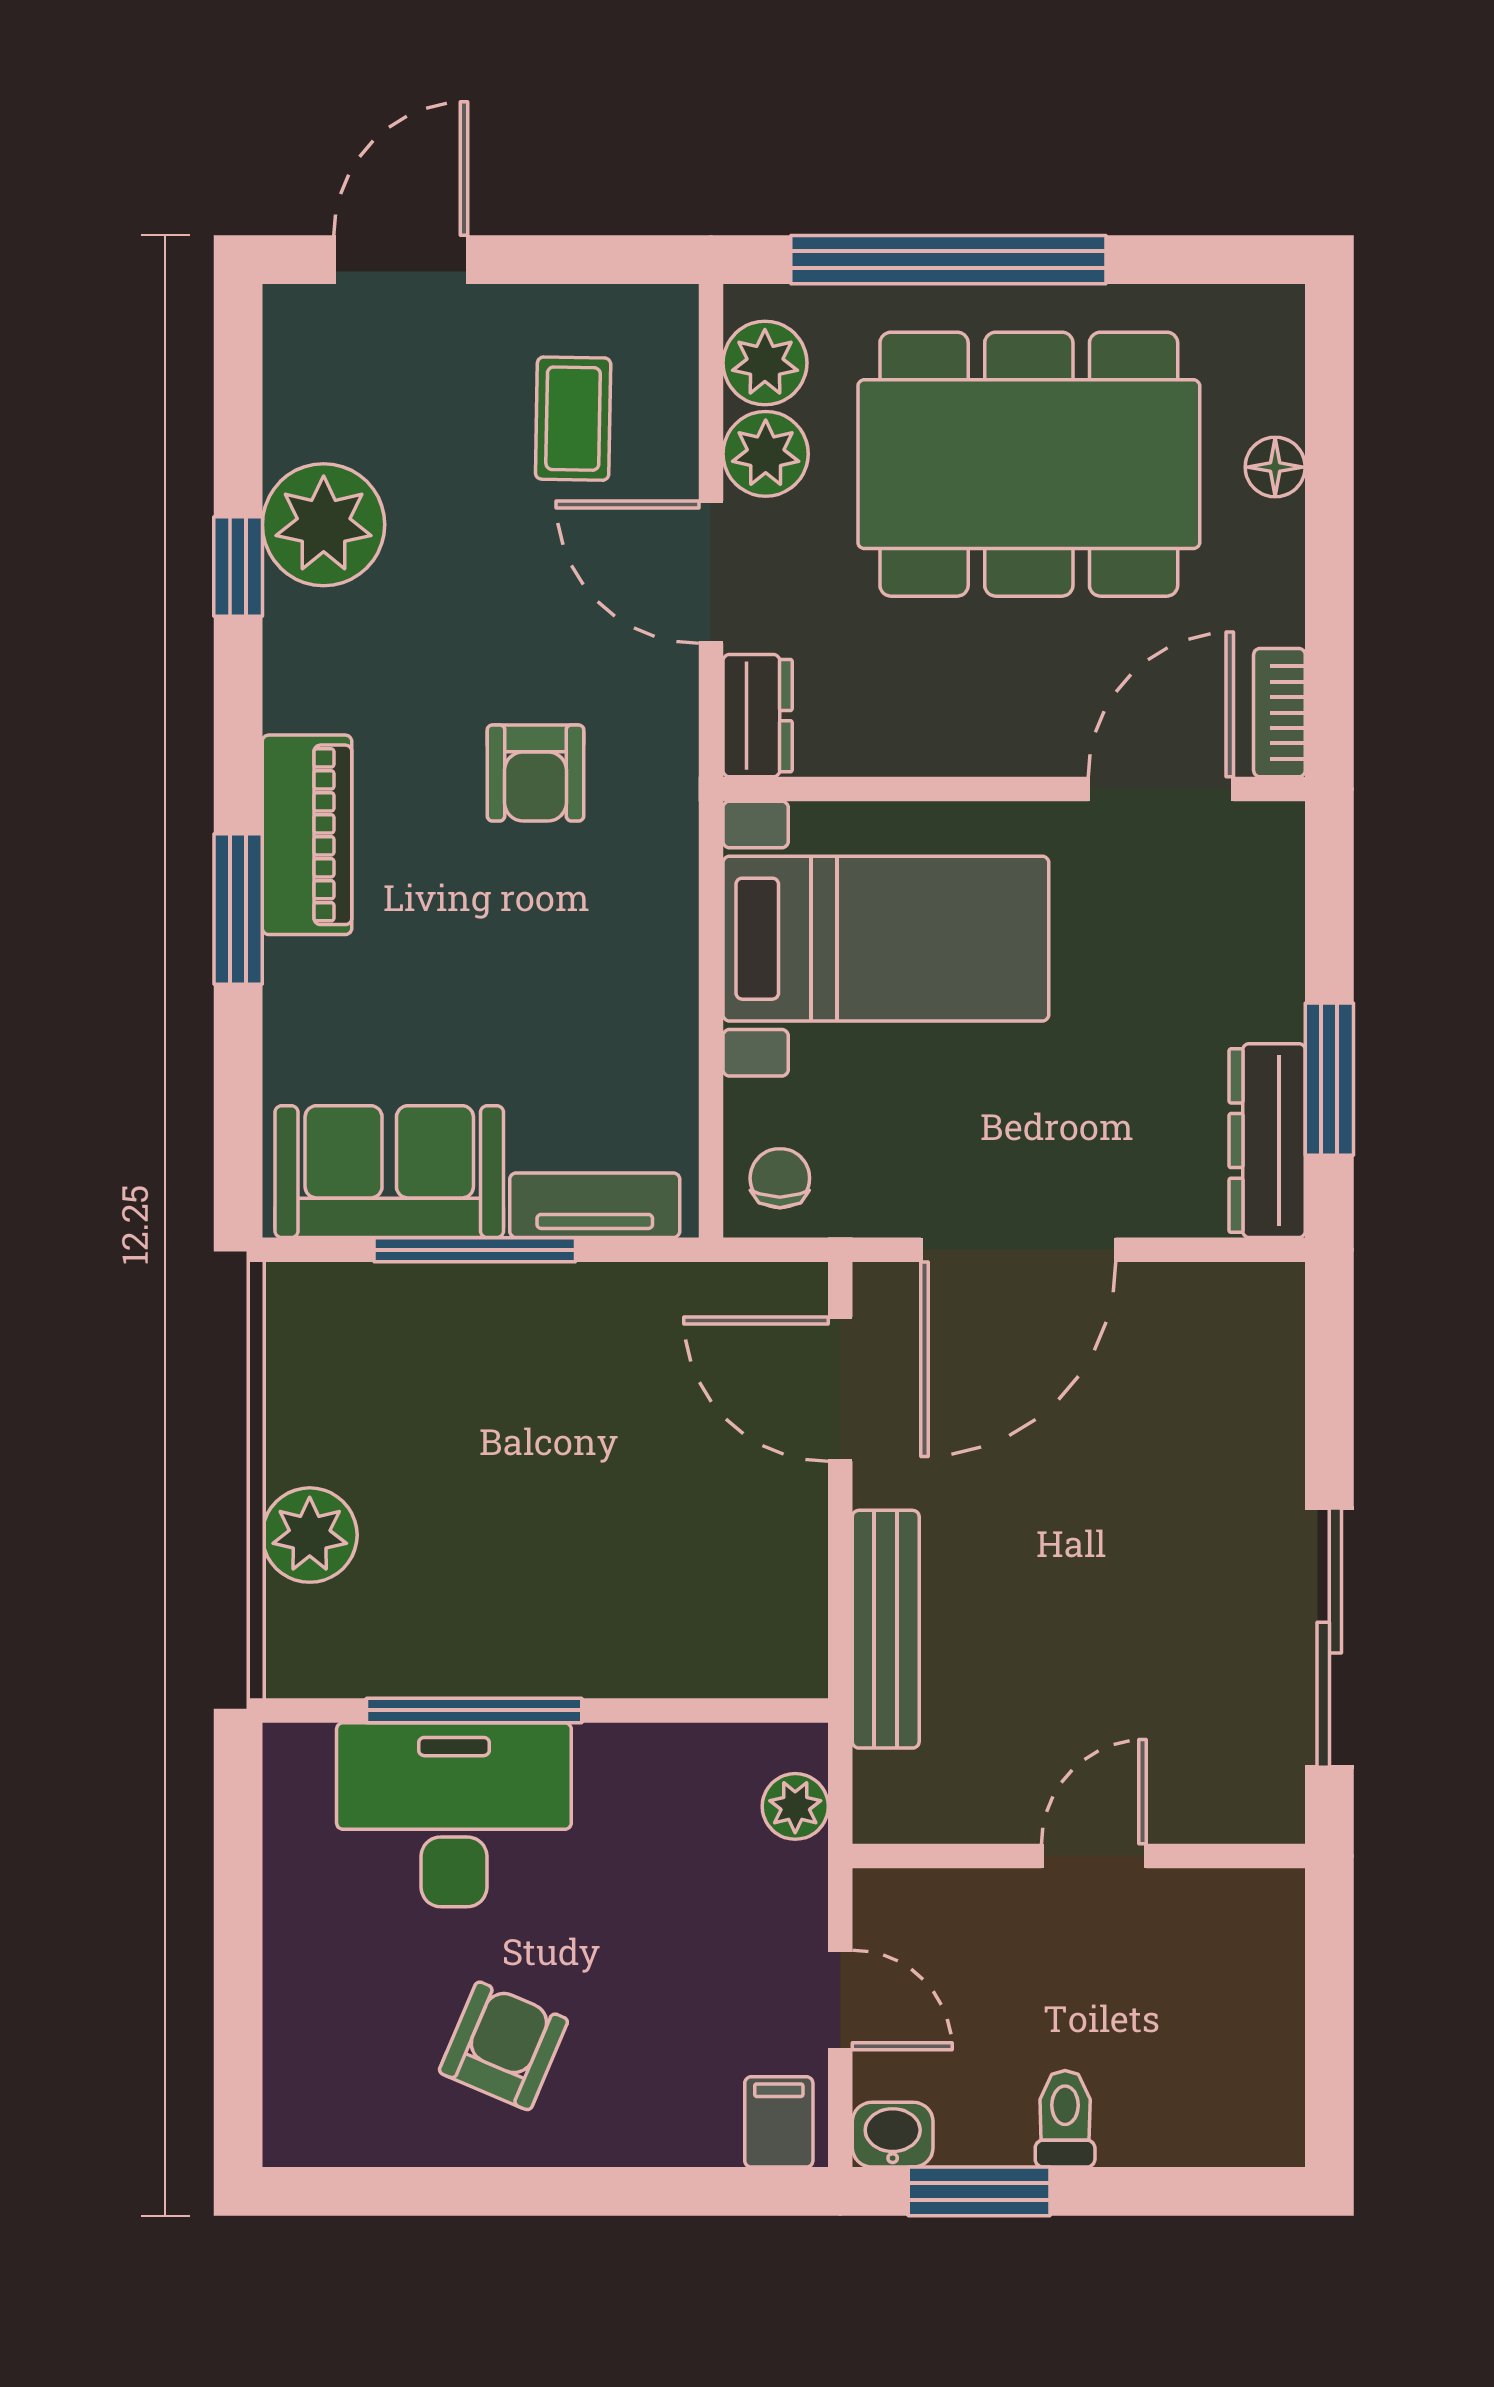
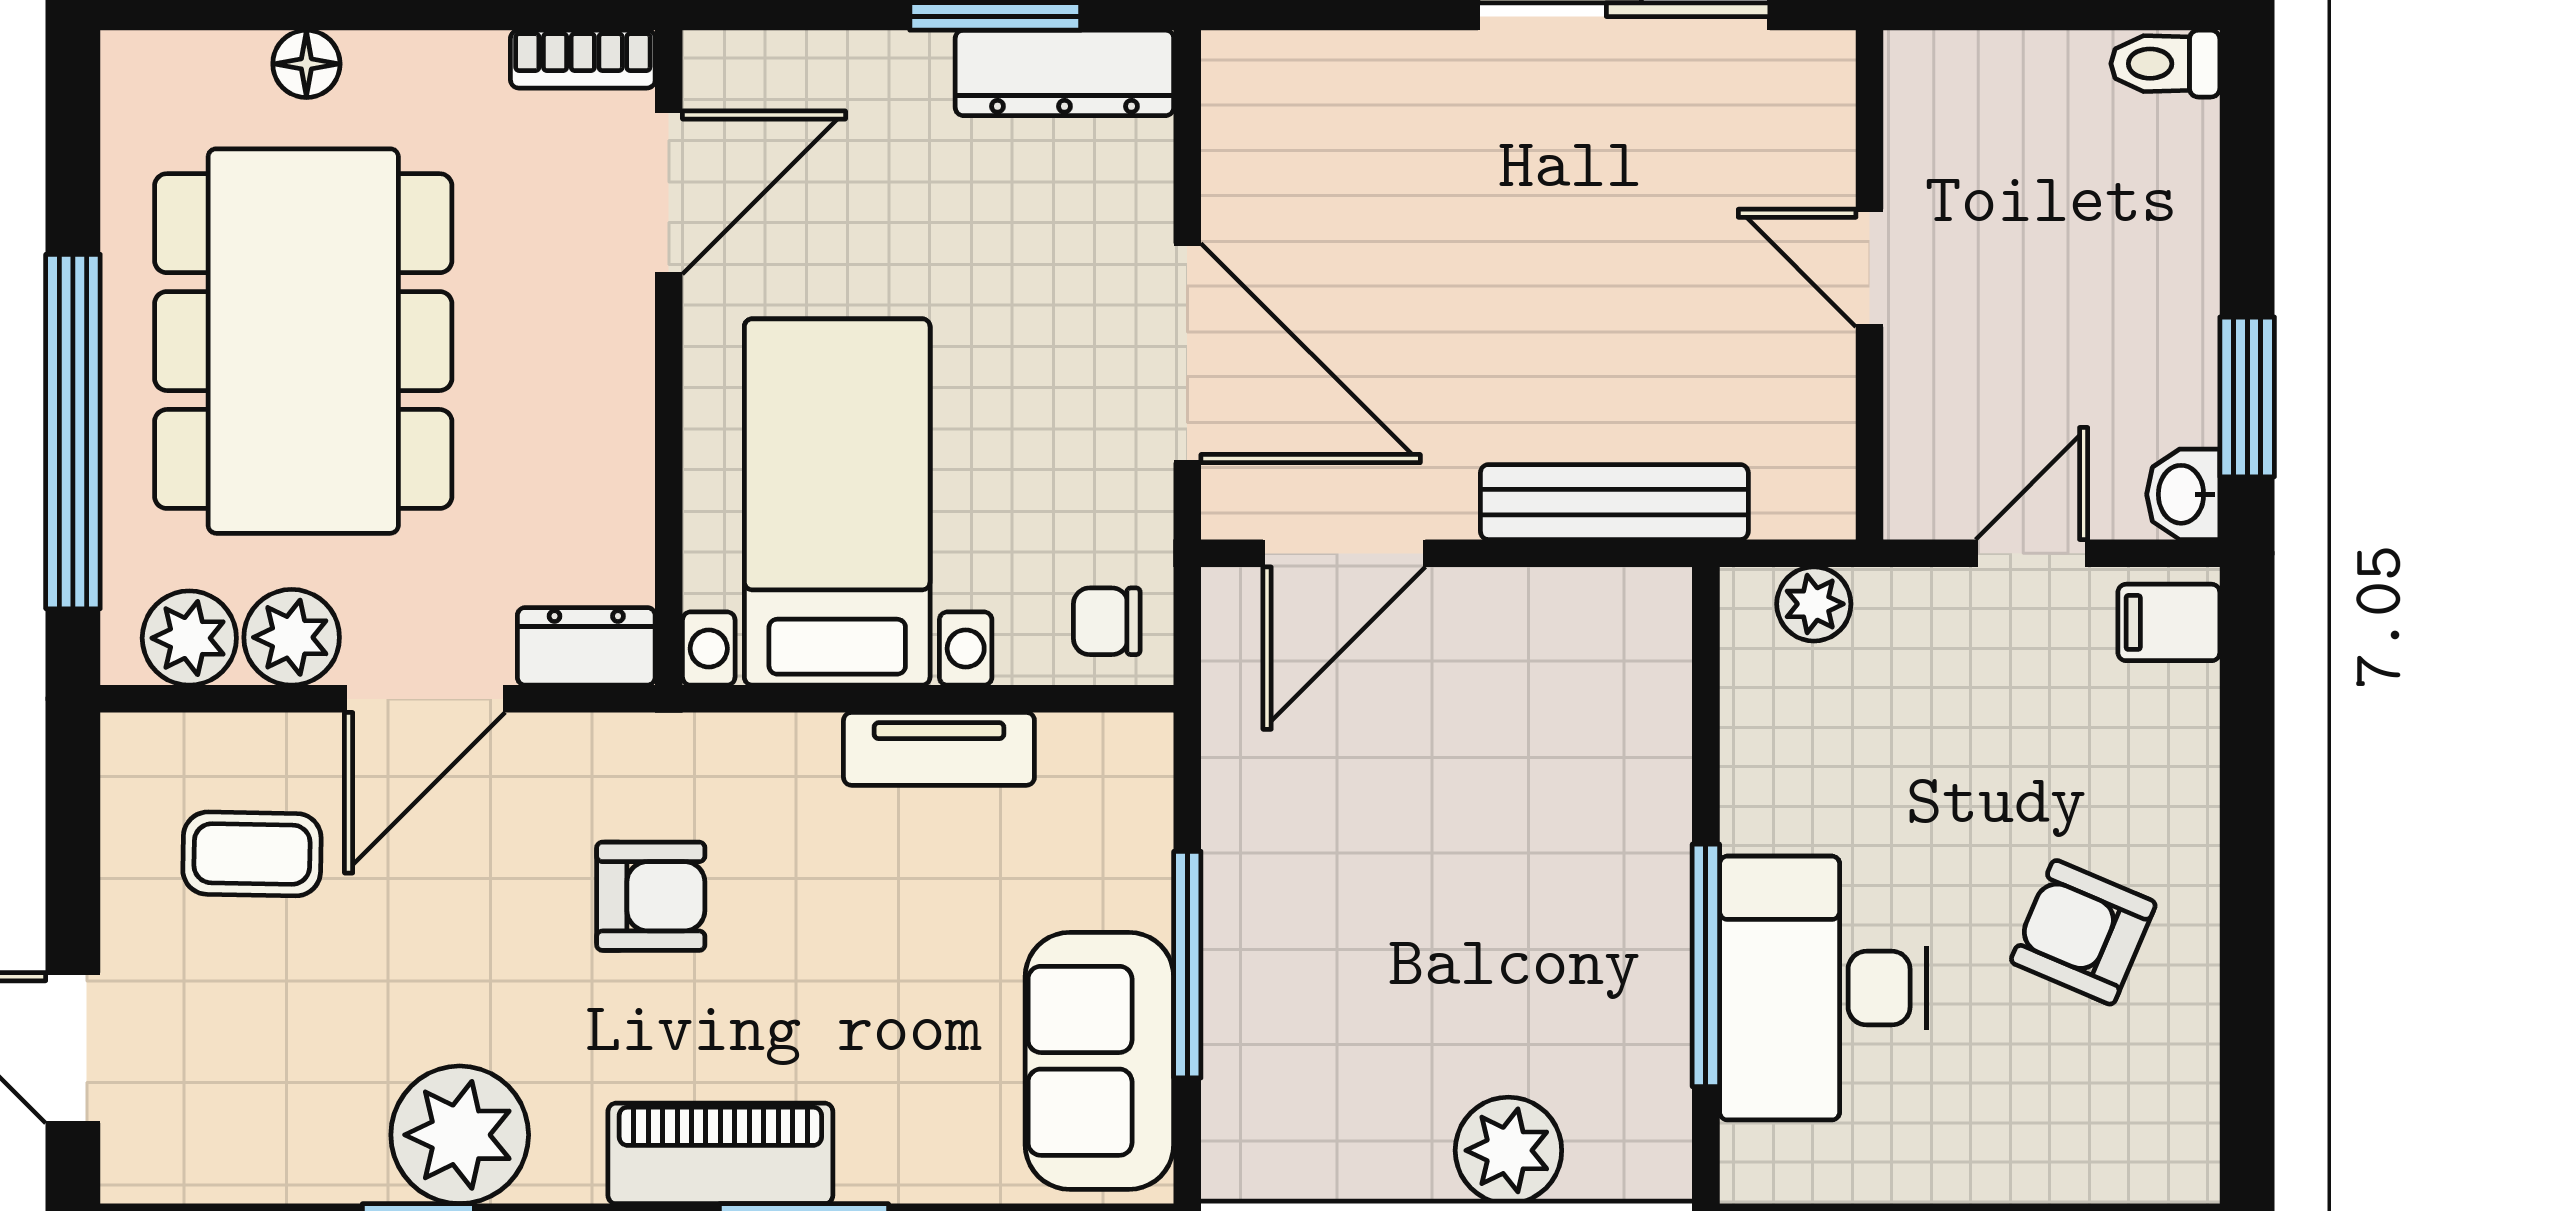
plant: (324, 525) -> (460, 1135), moved
door: (1161, 789) -> (669, 192), swing flipped
tv unit: (595, 1205) -> (939, 749), moved, turned -90
toilet: (1065, 2119) -> (2165, 64), moved

